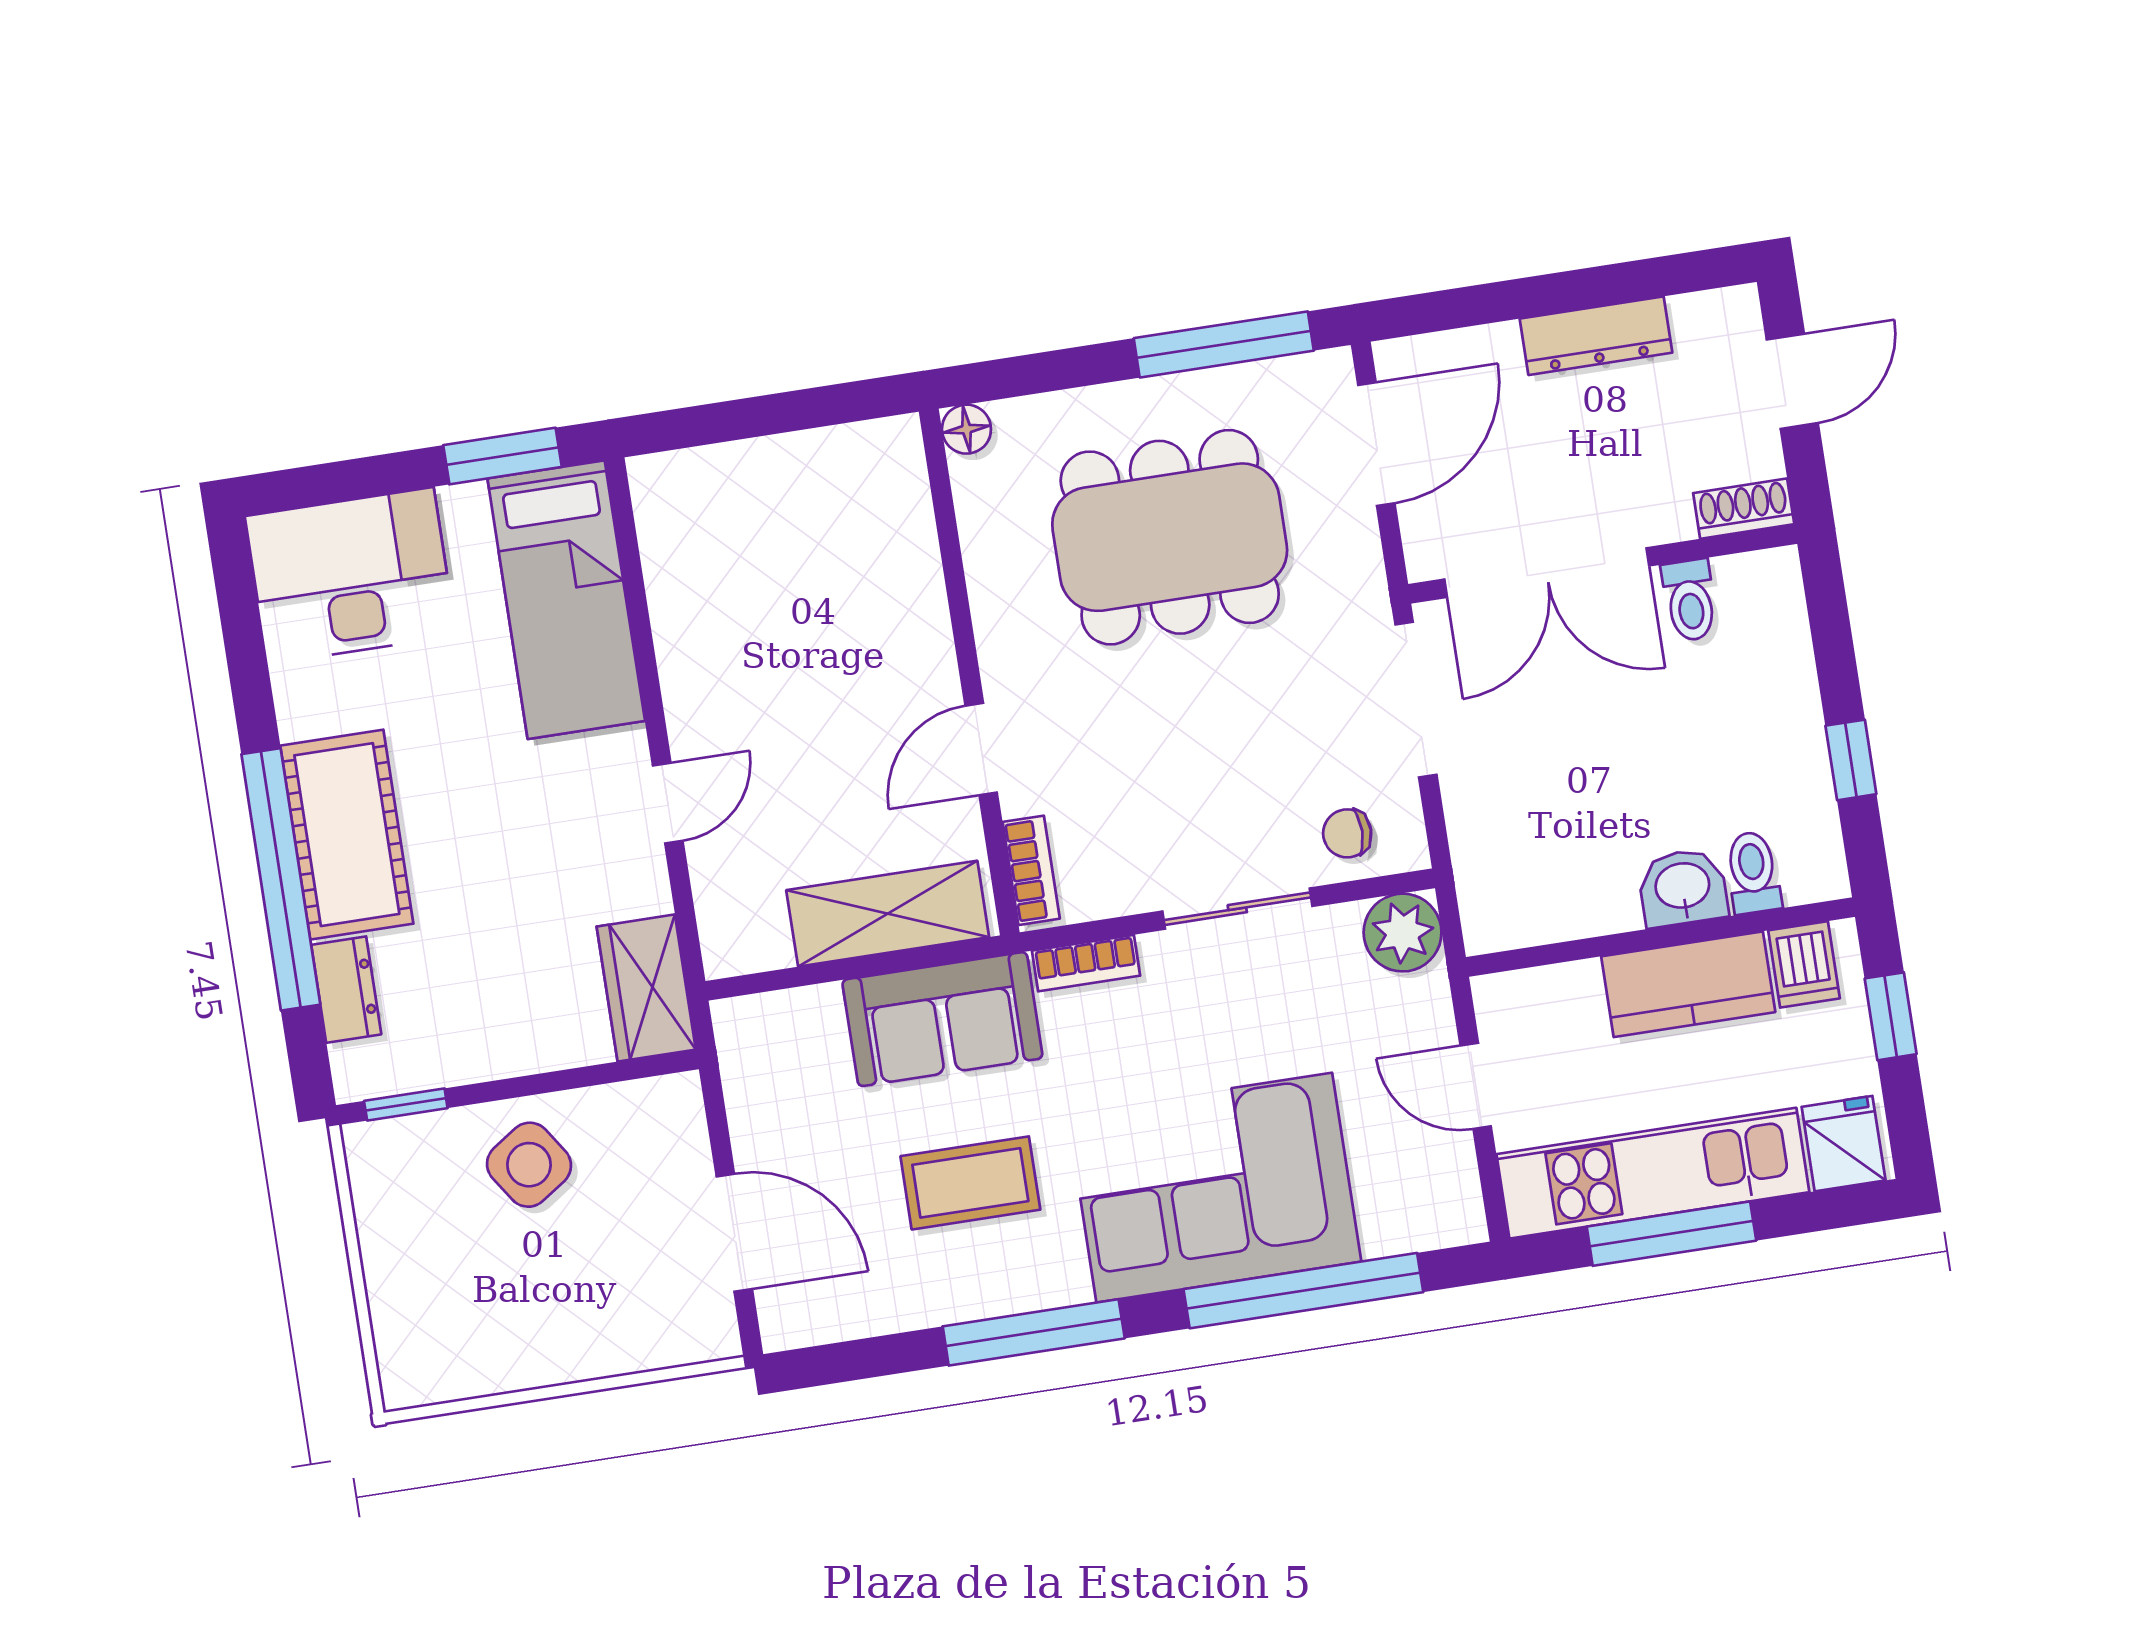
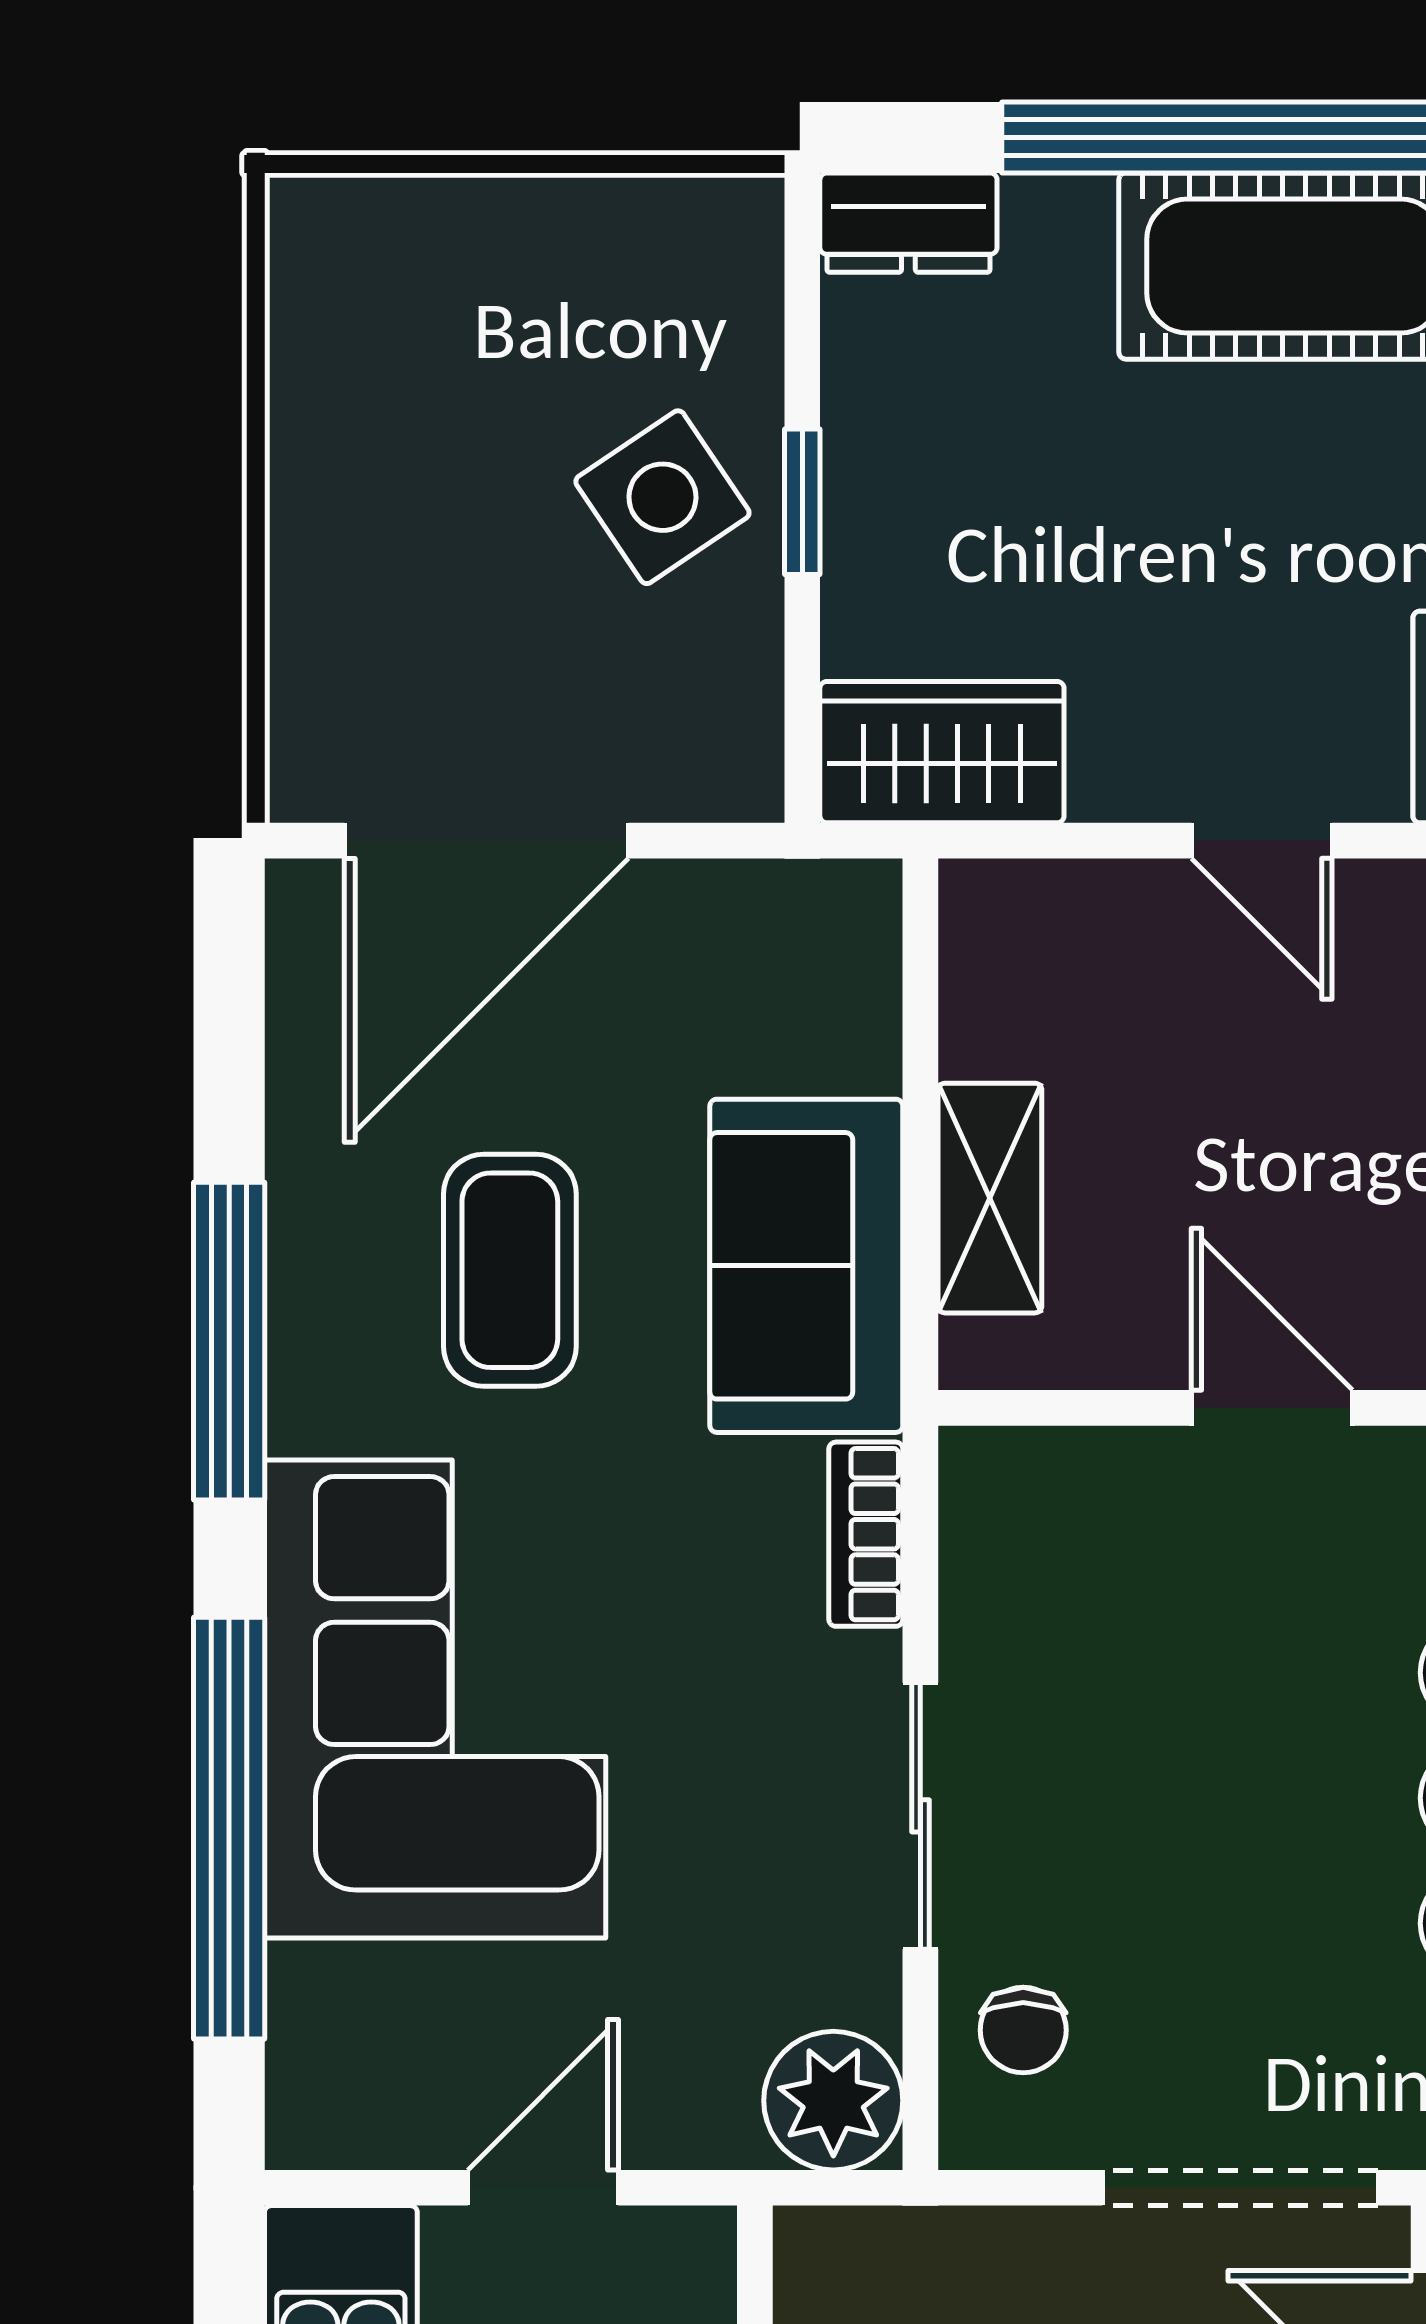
chair: (1347, 833) -> (1023, 2030), turned 180
bookcase: (1031, 870) -> (1044, 1463), removed
shelving: (888, 914) -> (990, 1198), width x0.67, depth x0.75
dresser: (346, 990) -> (908, 223), moved
window: (406, 1104) -> (802, 502), moved
door: (734, 1233) -> (486, 841), width x1.36

